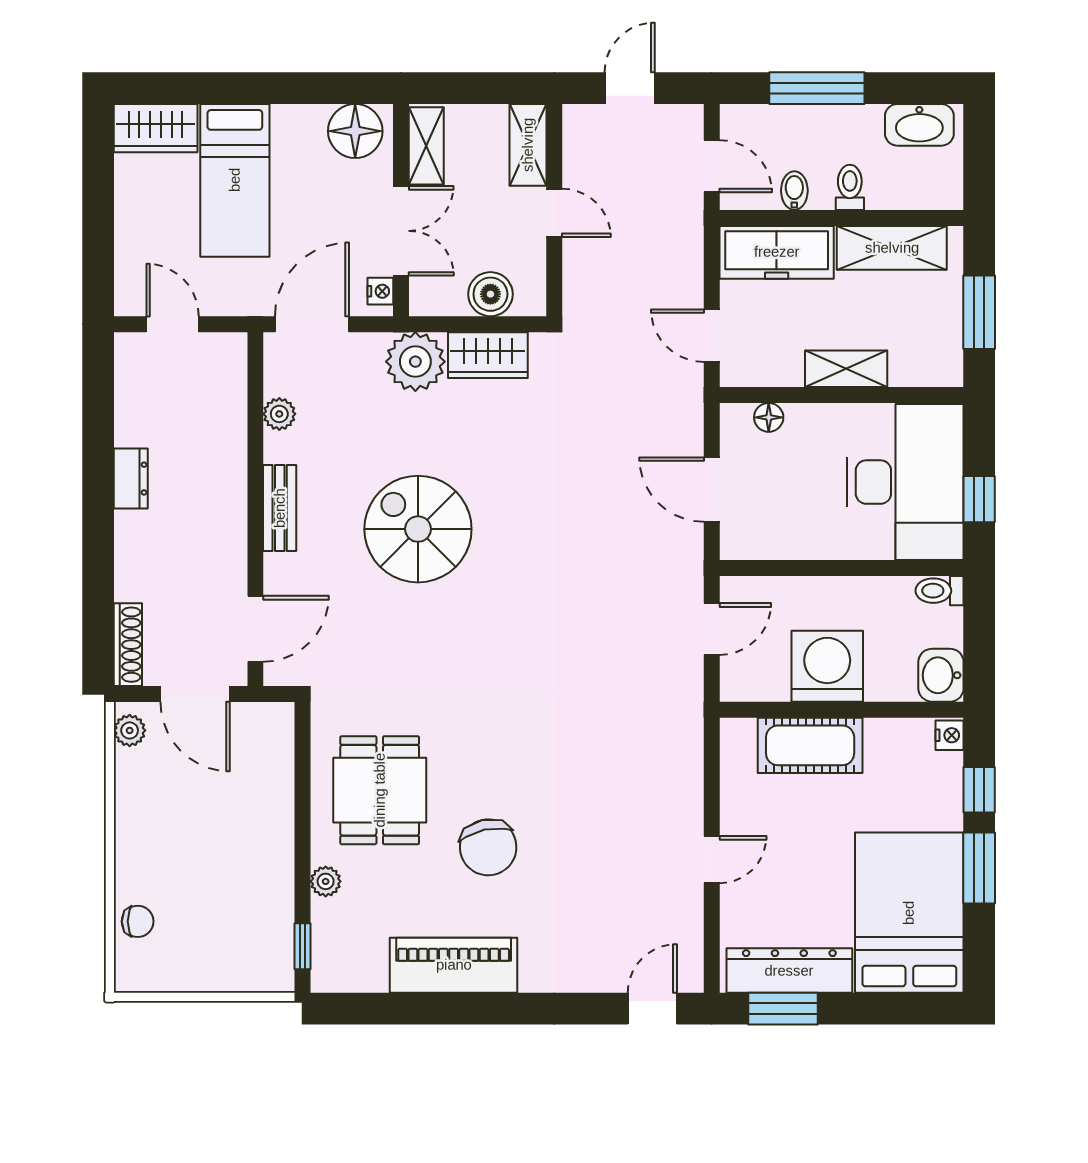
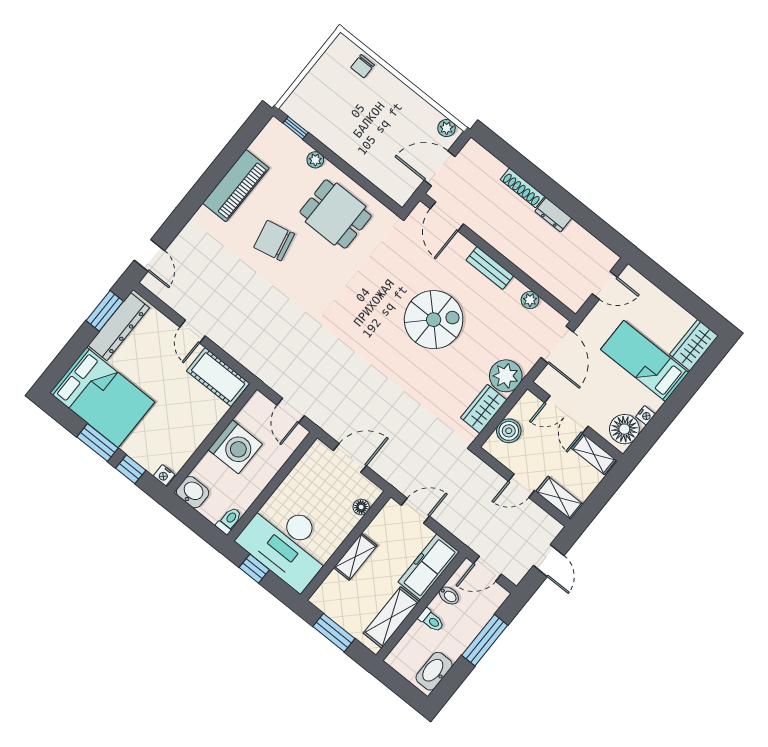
nightstand: (380, 291) -> (645, 415), moved, turned -90
shoe rack: (128, 645) -> (522, 188), moved
cot: (810, 745) -> (218, 377), moved, turned 90

